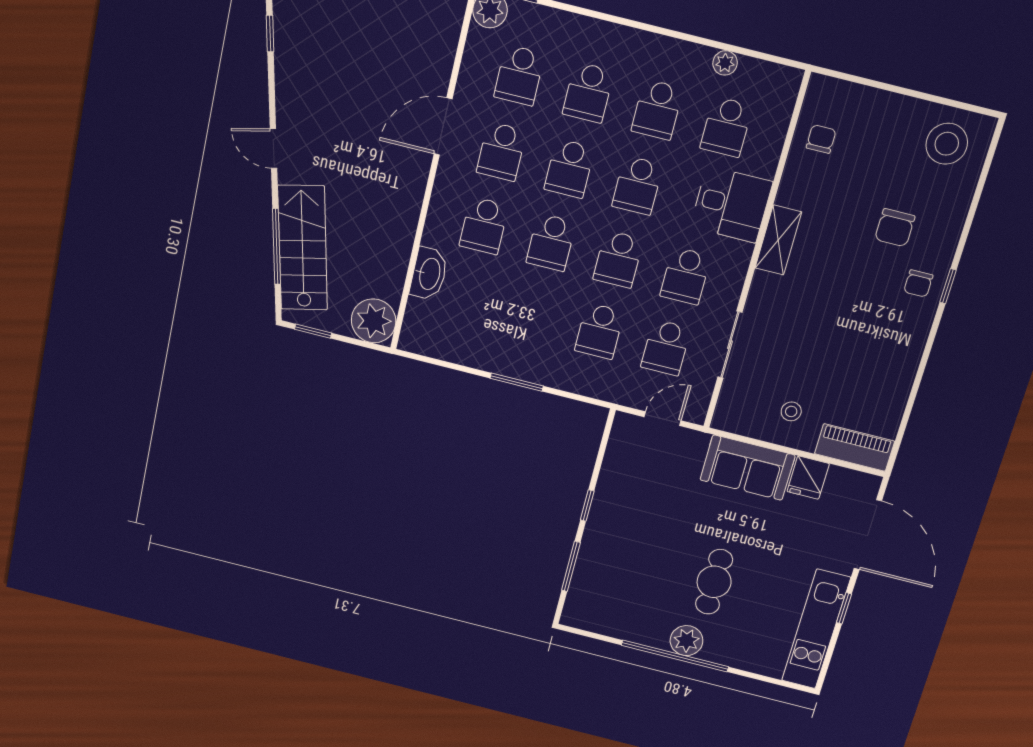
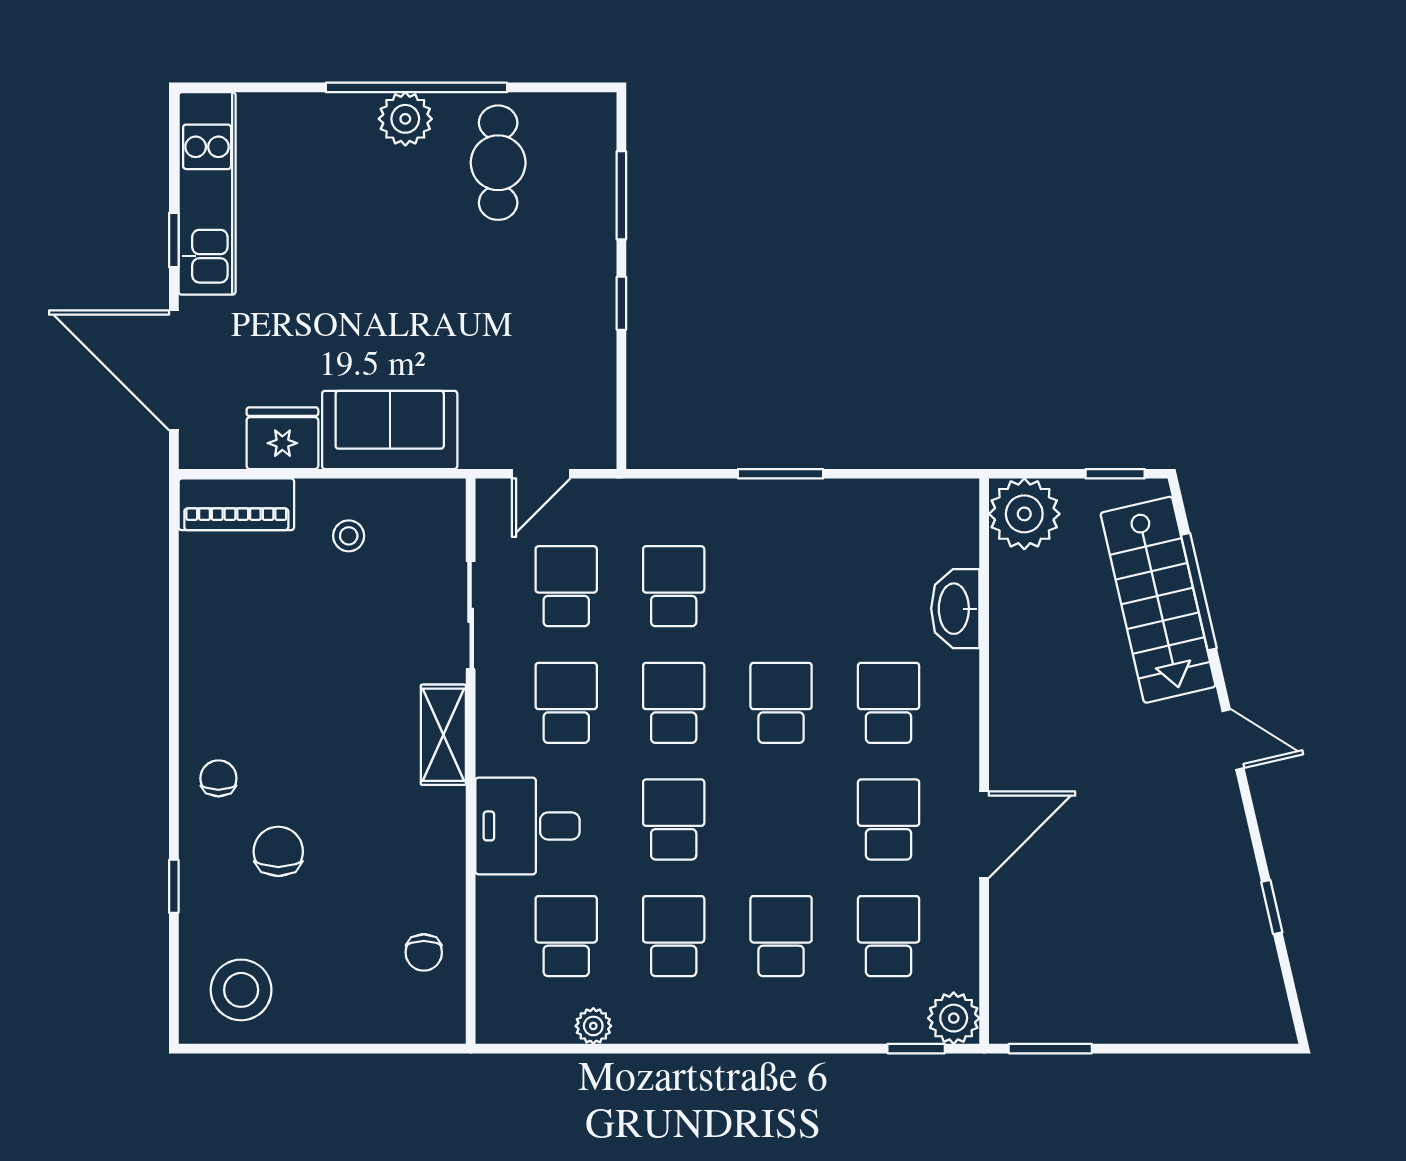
school desk: (569, 168) -> (781, 819), removed
shelving: (778, 240) -> (443, 735), moved
window: (948, 286) -> (174, 886), moved
fridge: (808, 478) -> (282, 438), width x1.38
cafe table: (714, 582) -> (498, 163), moved

